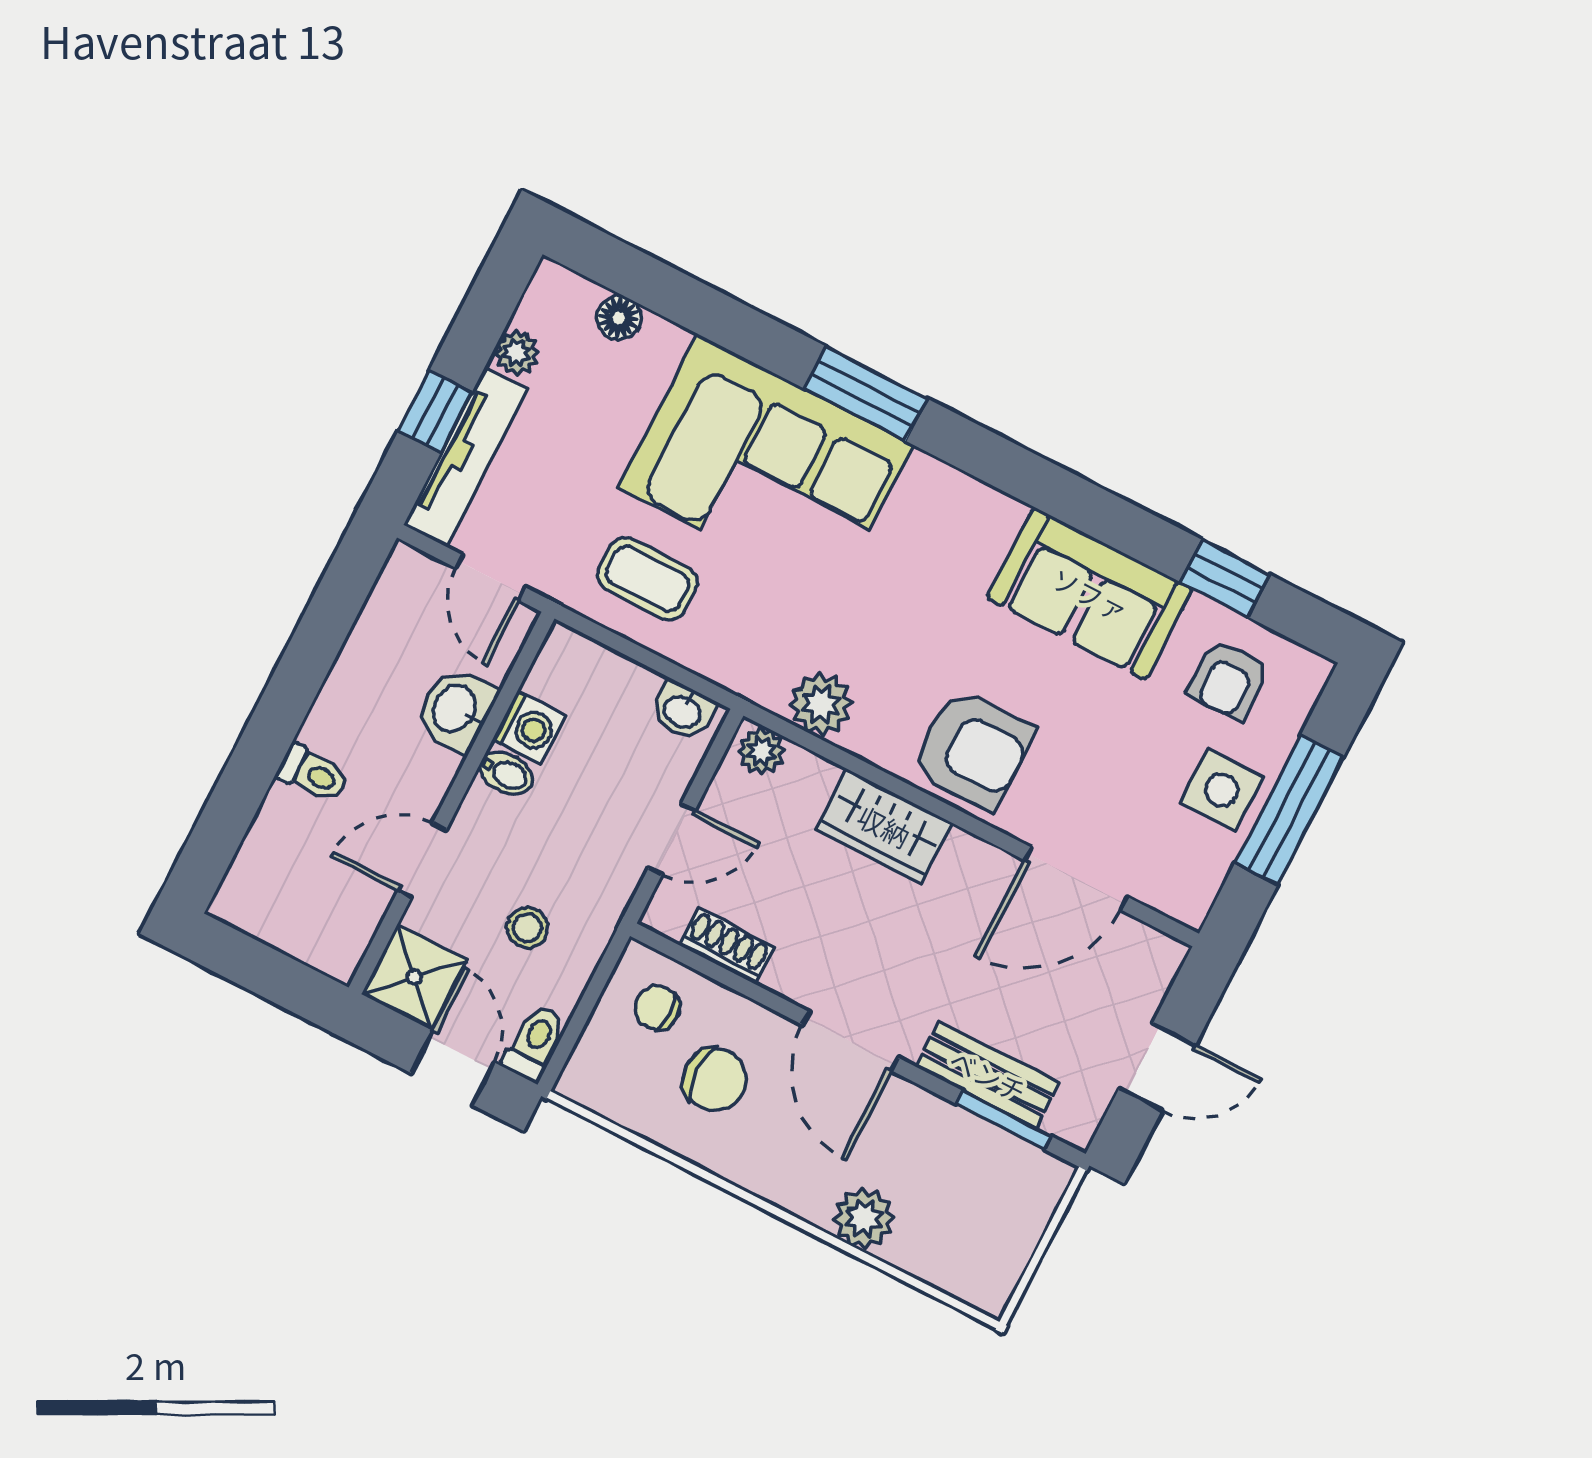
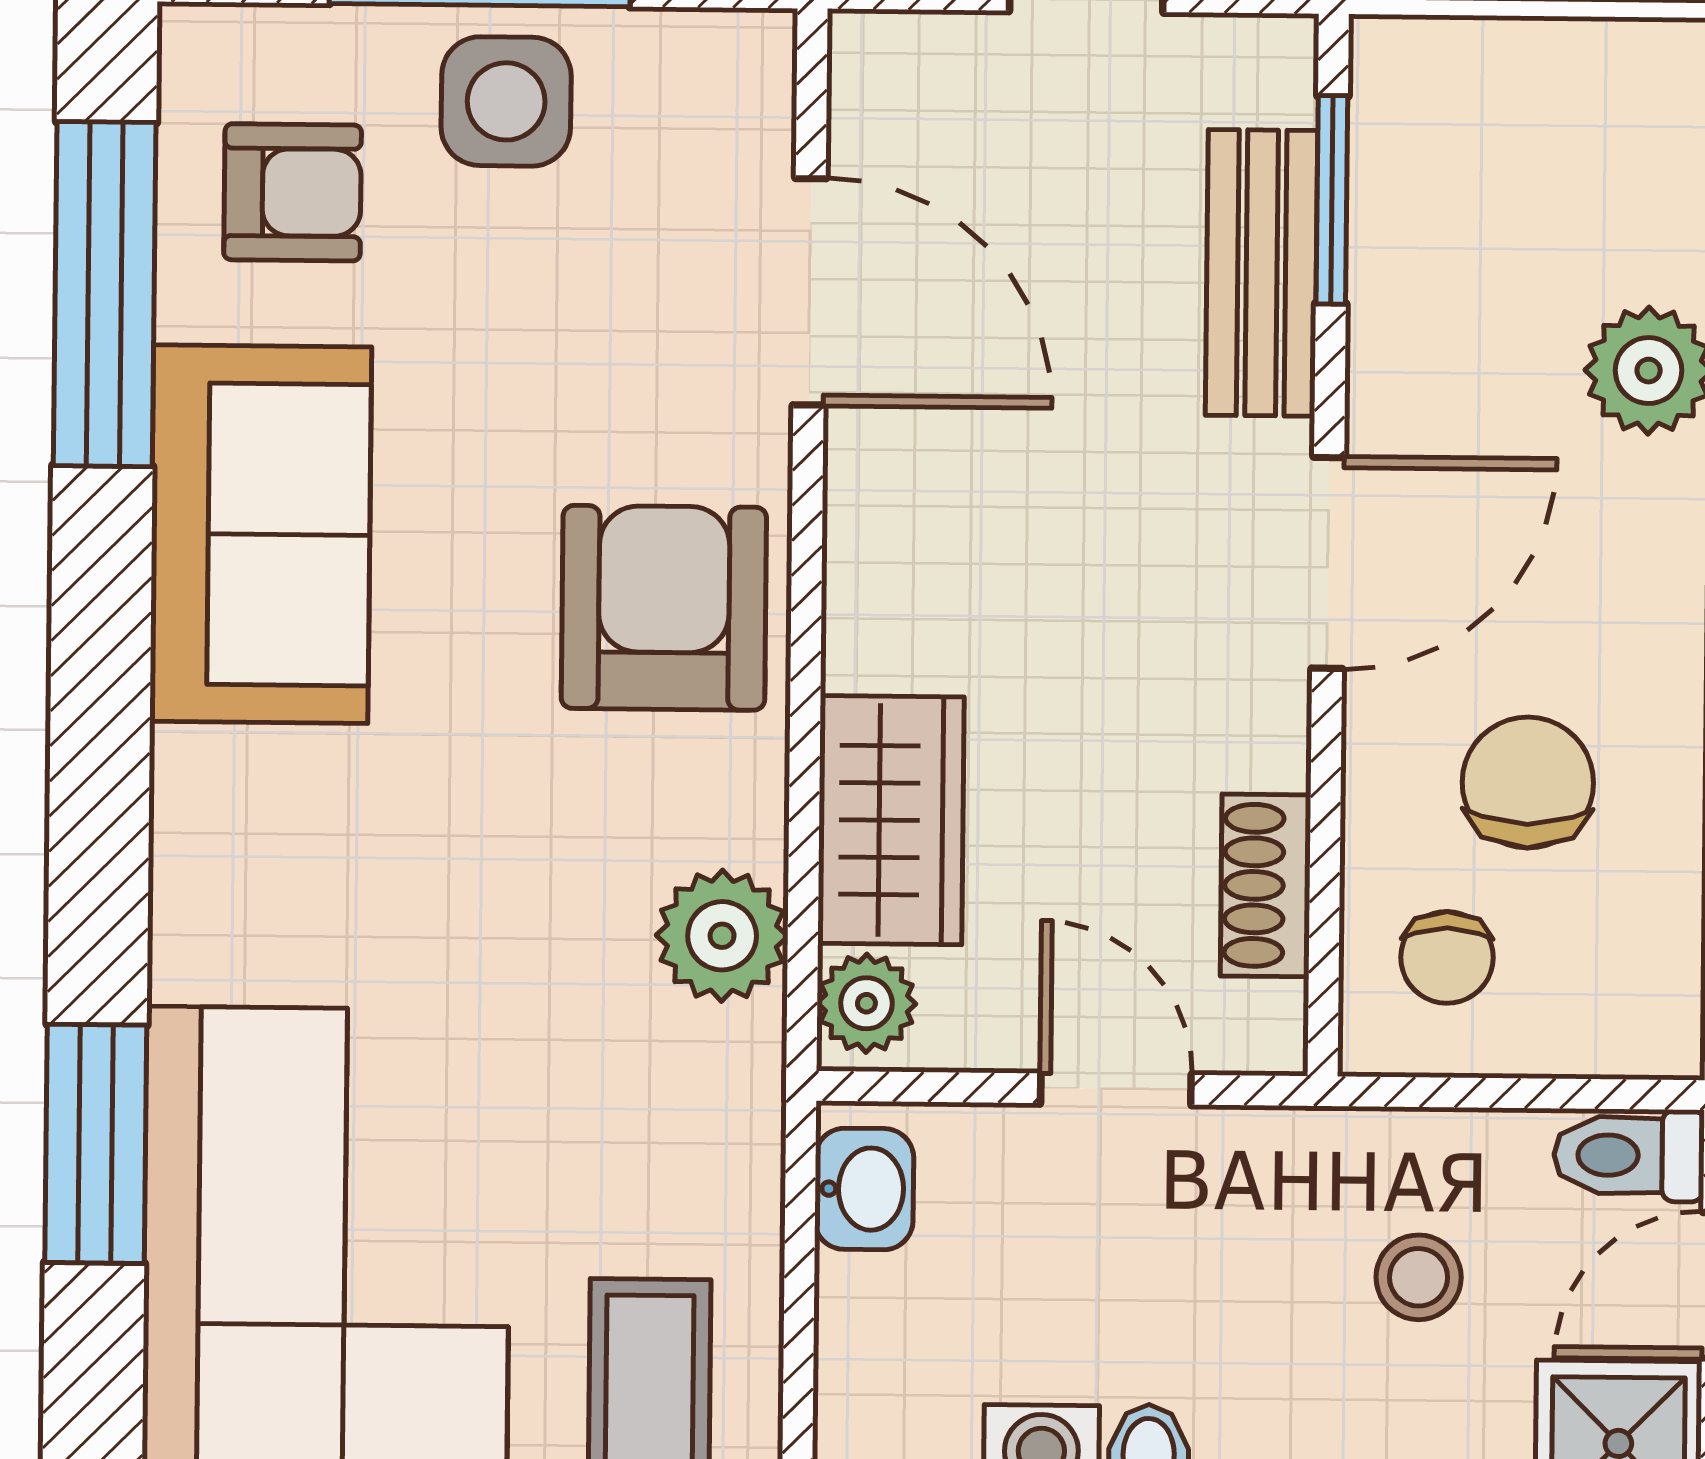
window: (1225, 578) -> (105, 294), width x2.17
wardrobe: (884, 826) -> (891, 820), moved

